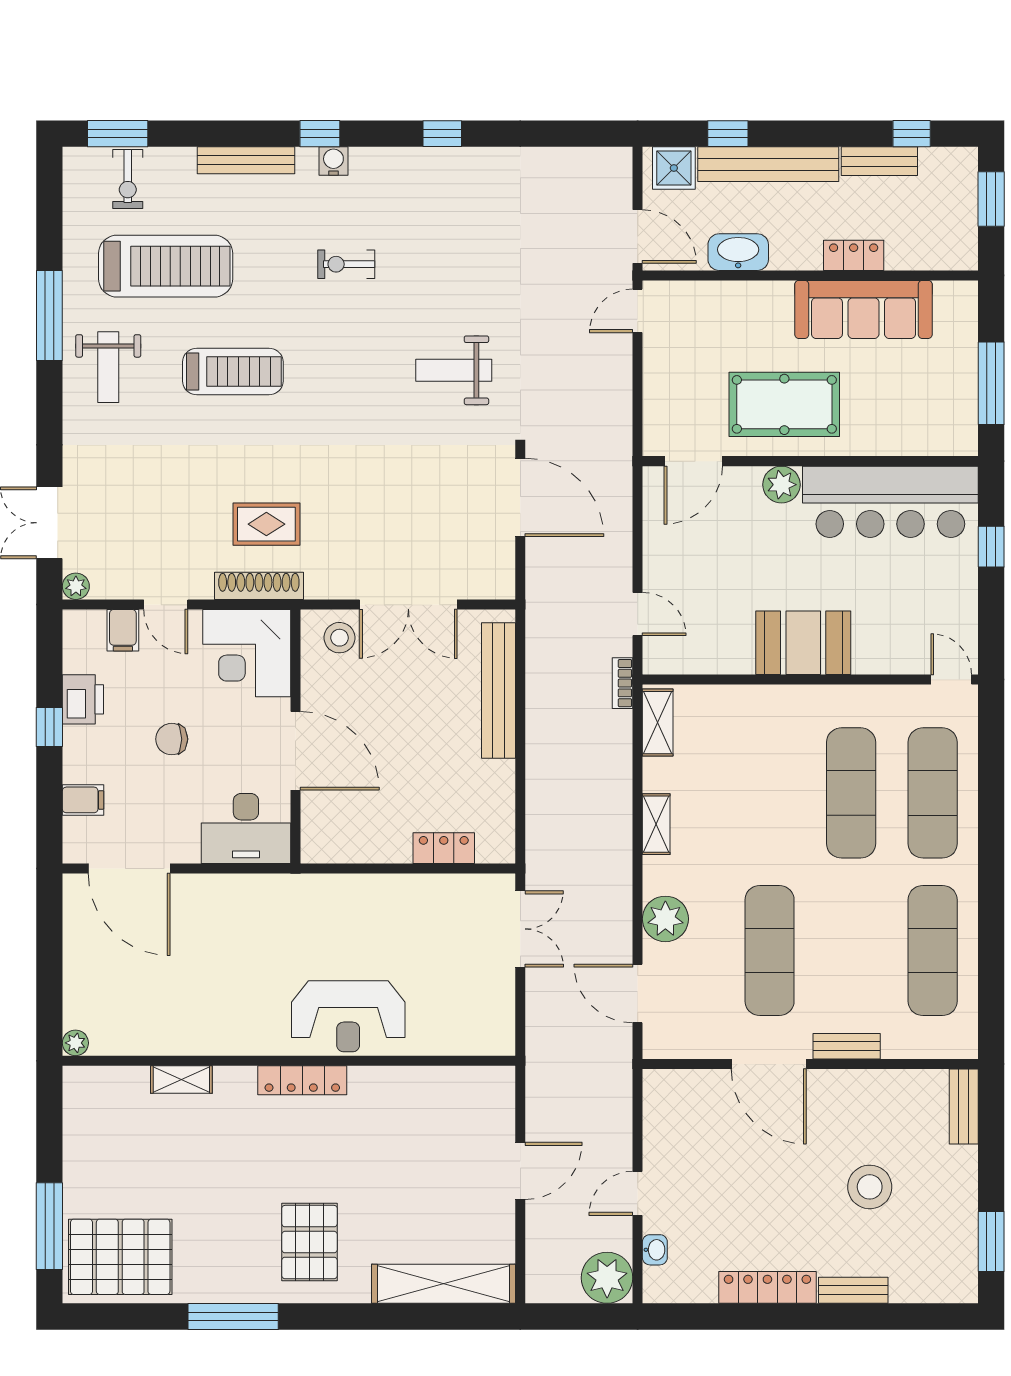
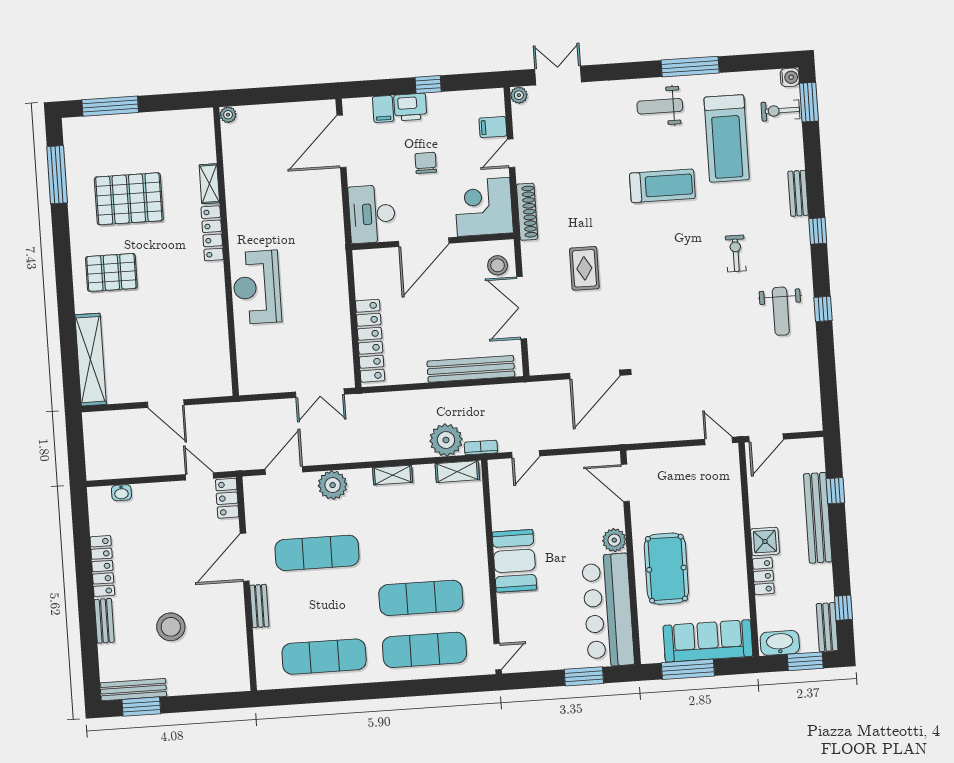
bench: (246, 160) -> (798, 193), width x0.73
water cooler: (333, 161) -> (790, 77), moved
bench: (879, 161) -> (827, 627), moved
shower: (674, 168) -> (765, 541), moved
washbasin: (738, 252) -> (780, 643), moved, turned -90
sofa: (863, 309) -> (708, 641), moved, turned 90
weight bench: (454, 370) -> (781, 311), moved, turned 180
treadmill: (233, 372) -> (662, 186), turned -90
pool table: (784, 404) -> (666, 569), moved
rug: (266, 524) -> (584, 268), moved
window: (991, 547) -> (584, 676), width x1.50
printer: (83, 699) -> (410, 107), moved
locker: (444, 848) -> (370, 341), width x2.16, depth x1.21
locker: (302, 1080) -> (212, 233), moved
locker: (675, 1085) -> (227, 498), added
bench: (964, 1107) -> (133, 690), moved, width x1.36
door: (638, 1193) -> (200, 476), moved
pallet: (120, 1257) -> (129, 199), moved, turned 90
plant: (607, 1278) -> (446, 440), moved
window: (233, 1317) -> (57, 175), moved

